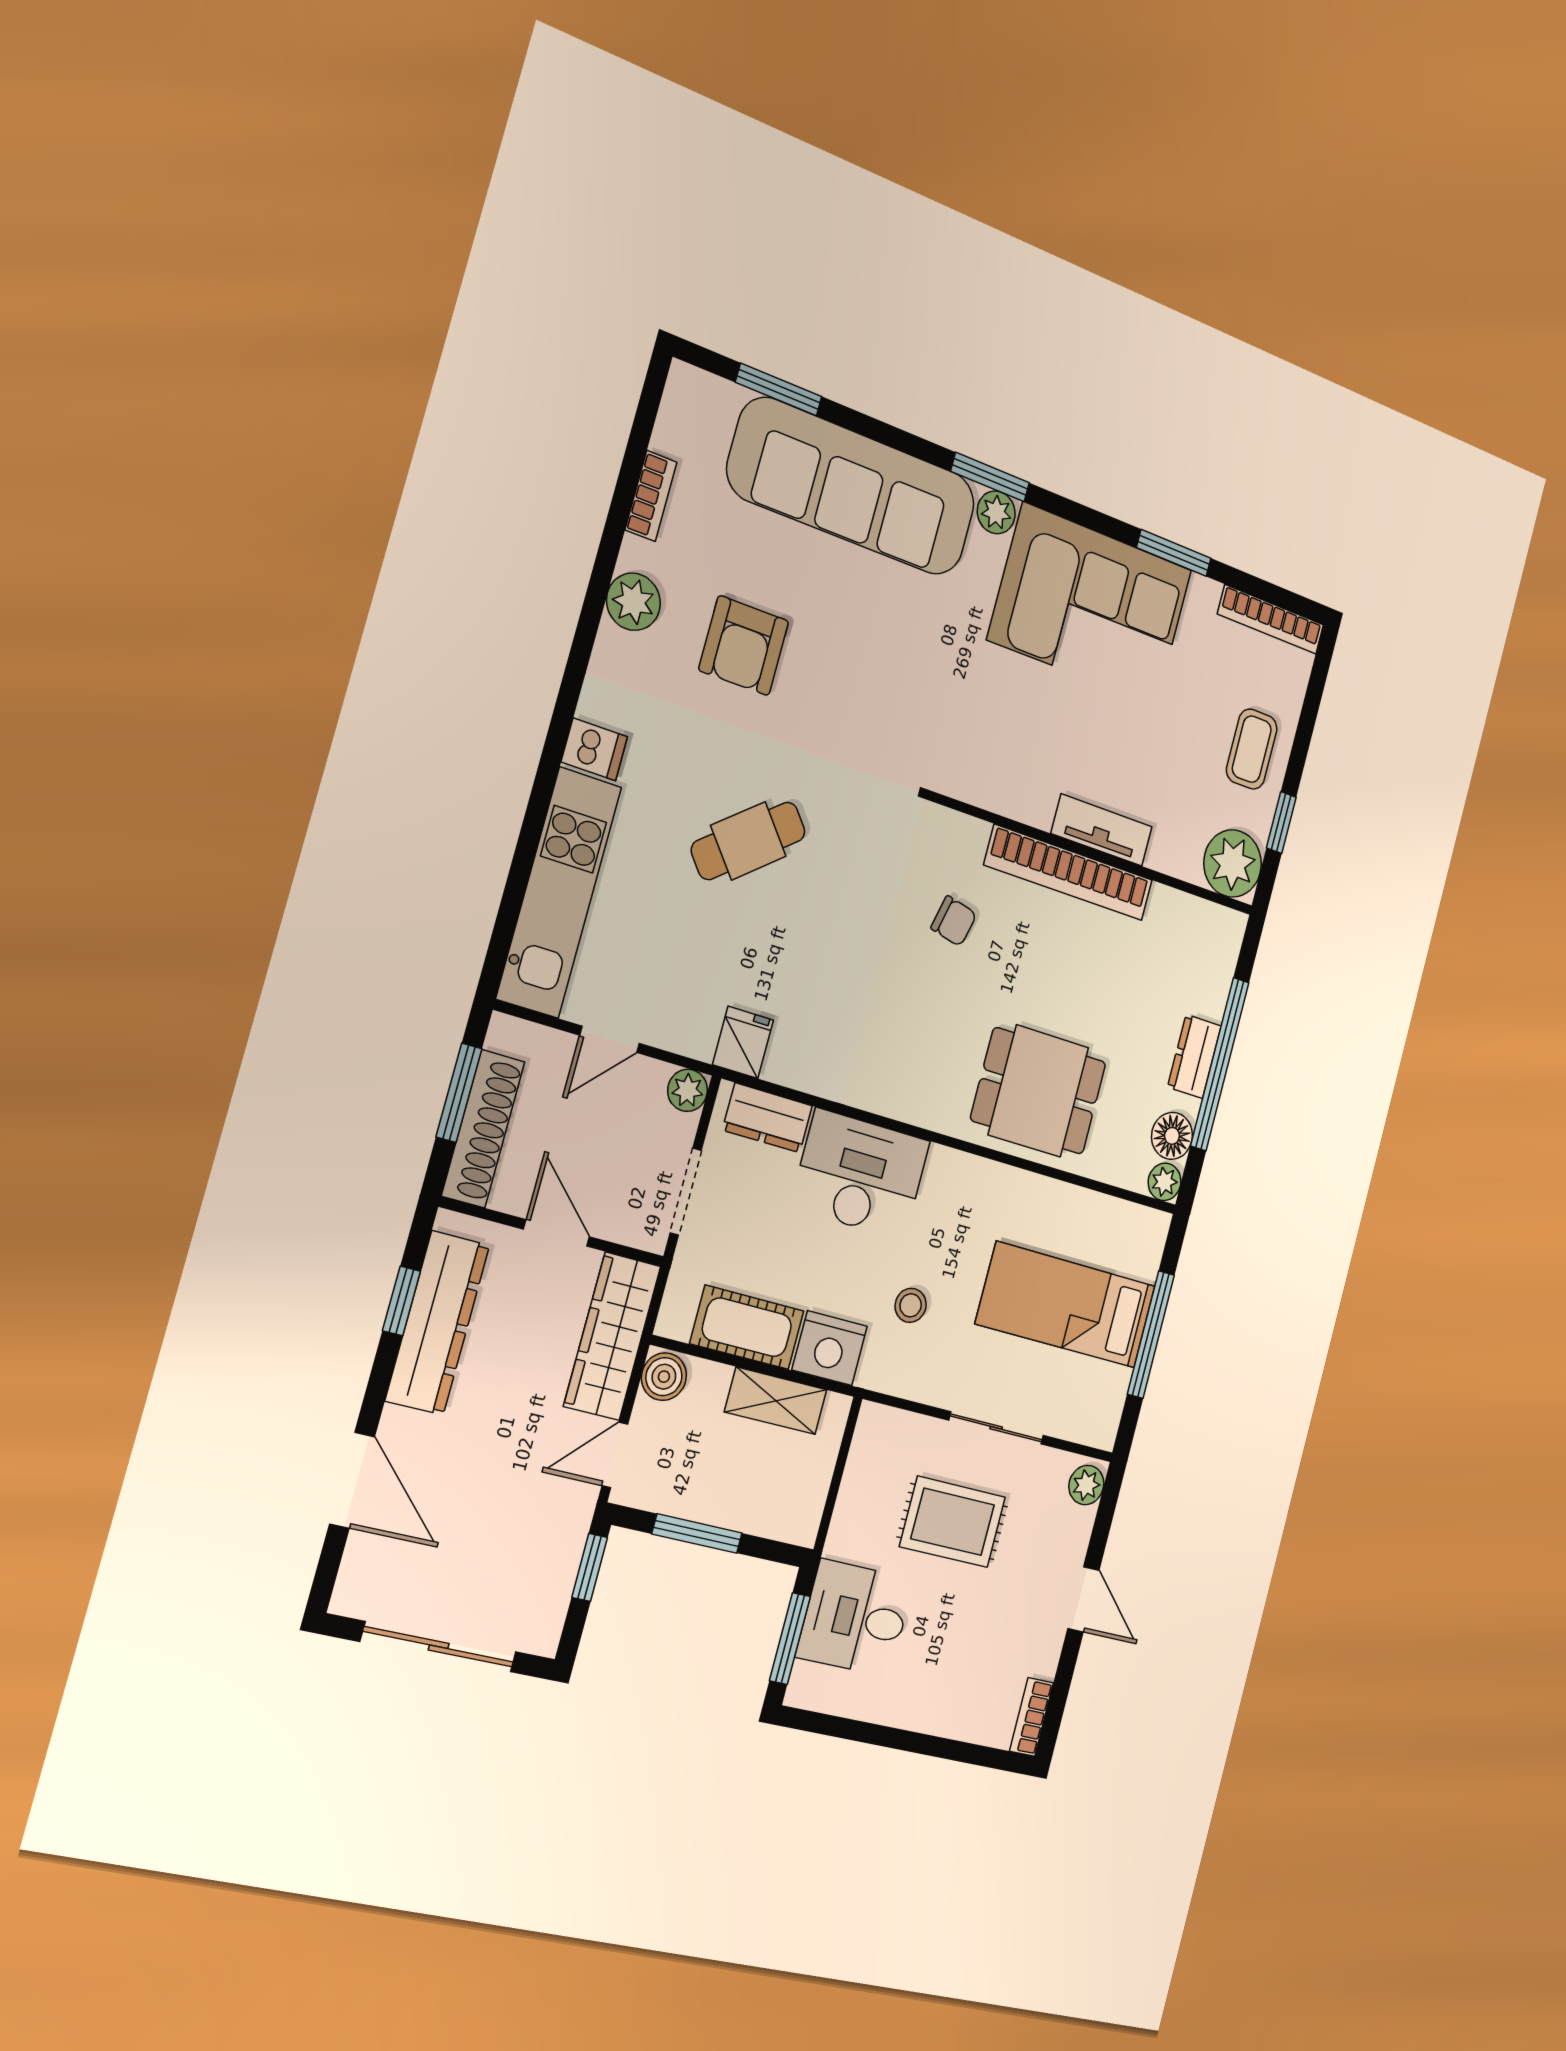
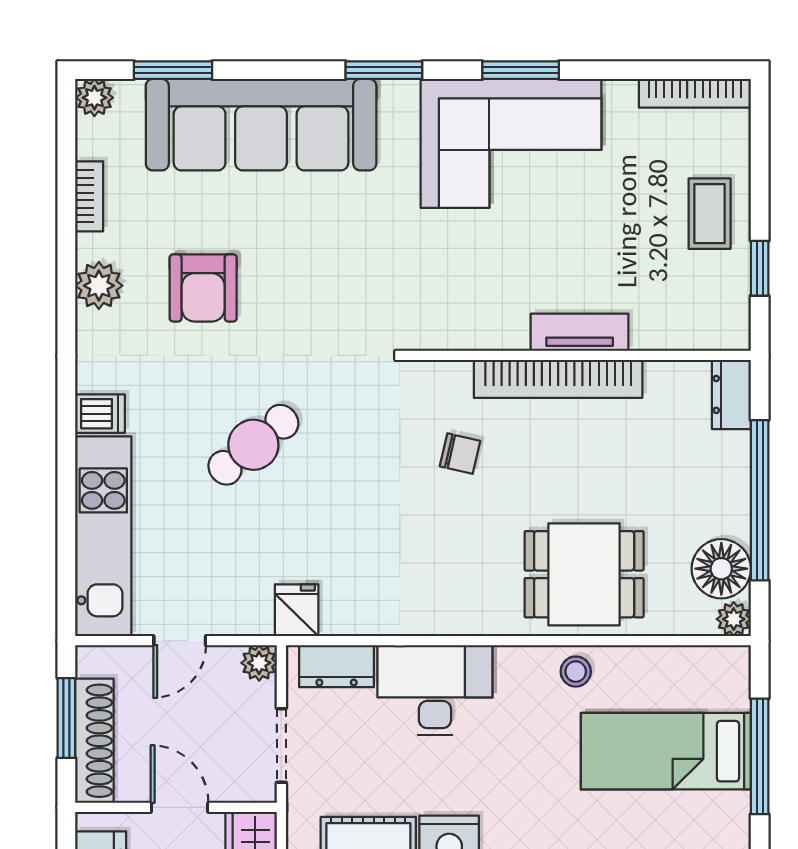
plant: (996, 512) -> (94, 98), moved
window: (1174, 553) -> (521, 70), moved
plant: (1233, 863) -> (720, 320), removed
dresser: (1194, 1056) -> (731, 394), moved
floor lamp: (1172, 1136) -> (721, 569), width x1.38, depth x1.38
stool: (911, 1305) -> (576, 672), moved

